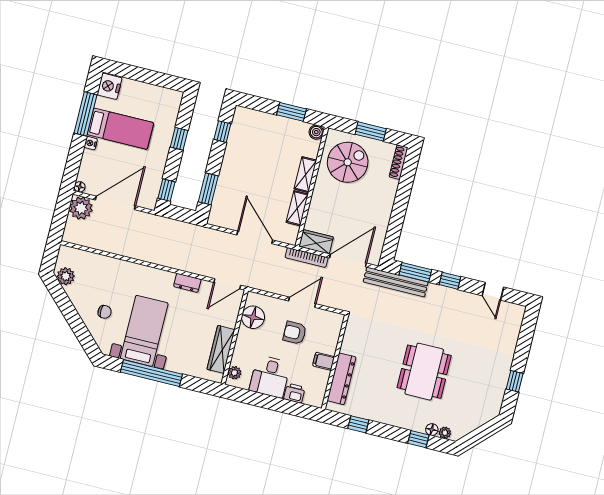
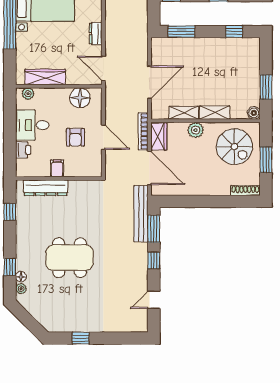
plant: (319, 200) -> (196, 130), added
armchair: (295, 333) -> (75, 137), turned 180

